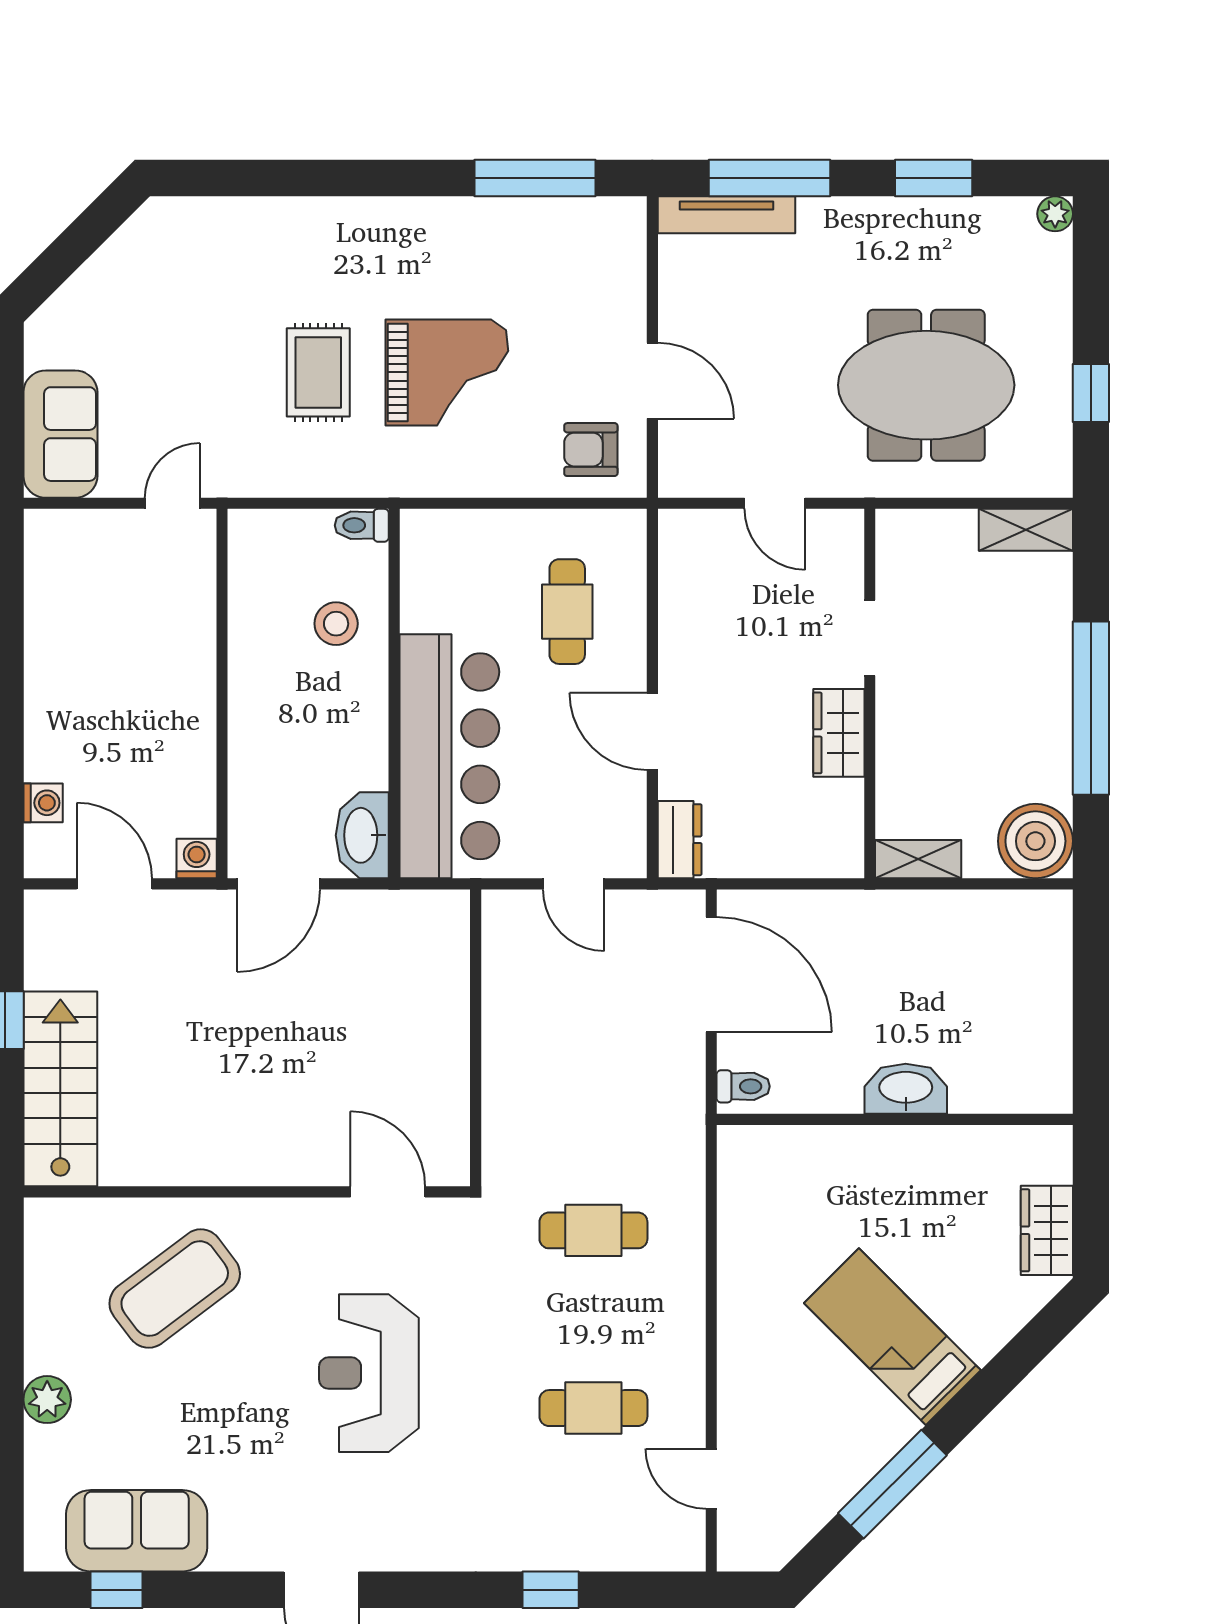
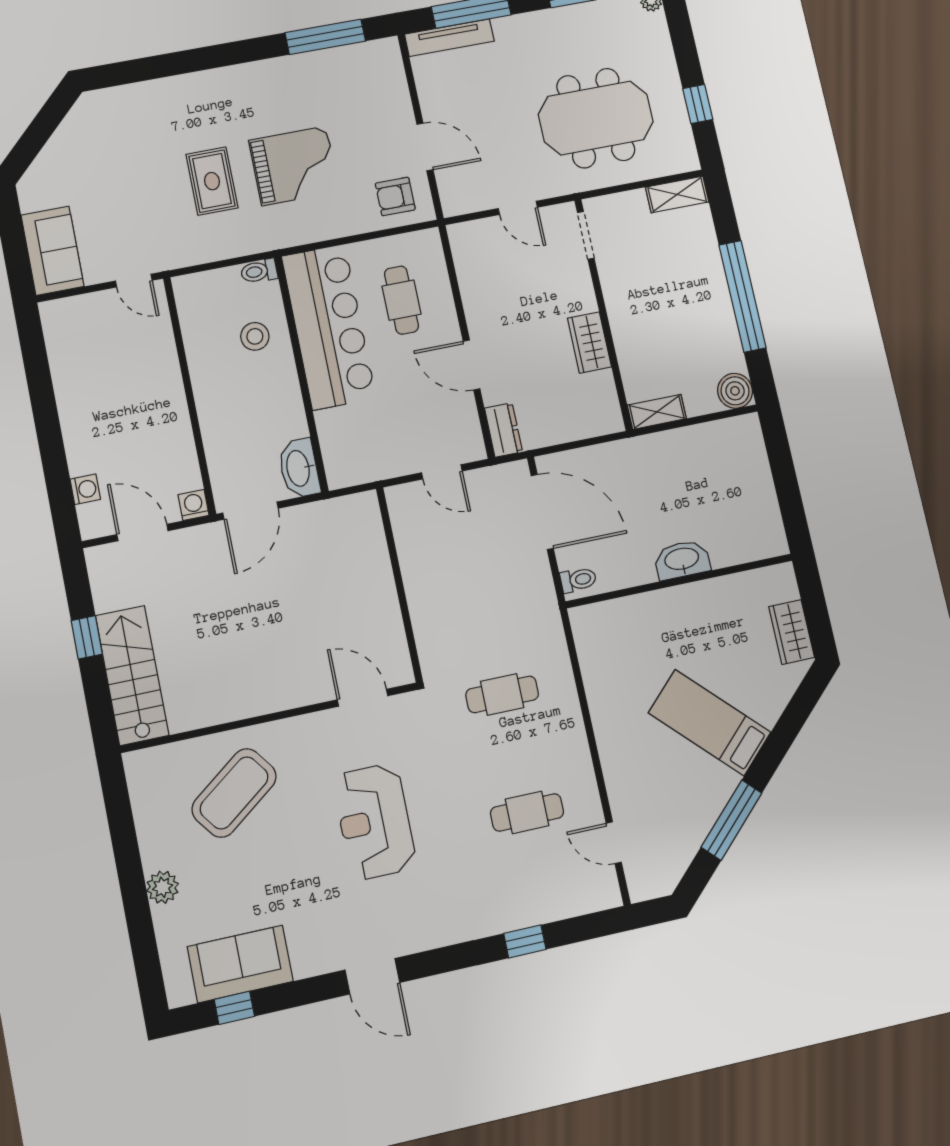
door: (172, 503) -> (134, 281), swing flipped
doorway: (870, 638) -> (586, 235), moved
bar counter: (449, 756) -> (329, 327), moved
boiler: (1035, 841) -> (735, 391), width x0.73, depth x0.73

